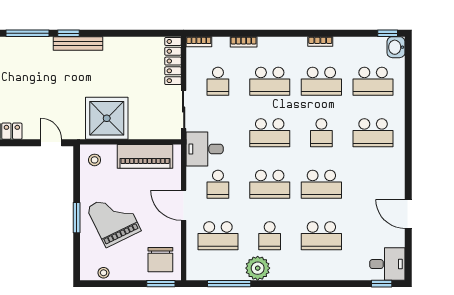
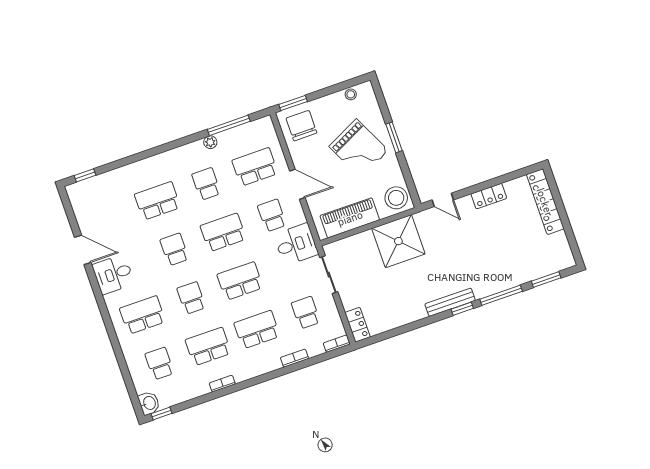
locker: (173, 61) -> (357, 325), width x0.66
school desk: (373, 81) -> (159, 364), width x0.54
stool: (95, 160) -> (396, 198), width x1.89, depth x1.89
school desk: (321, 184) -> (174, 249), width x0.54
desk: (387, 264) -> (113, 274), moved
plant: (258, 268) -> (210, 142), width x0.53, depth x0.53

